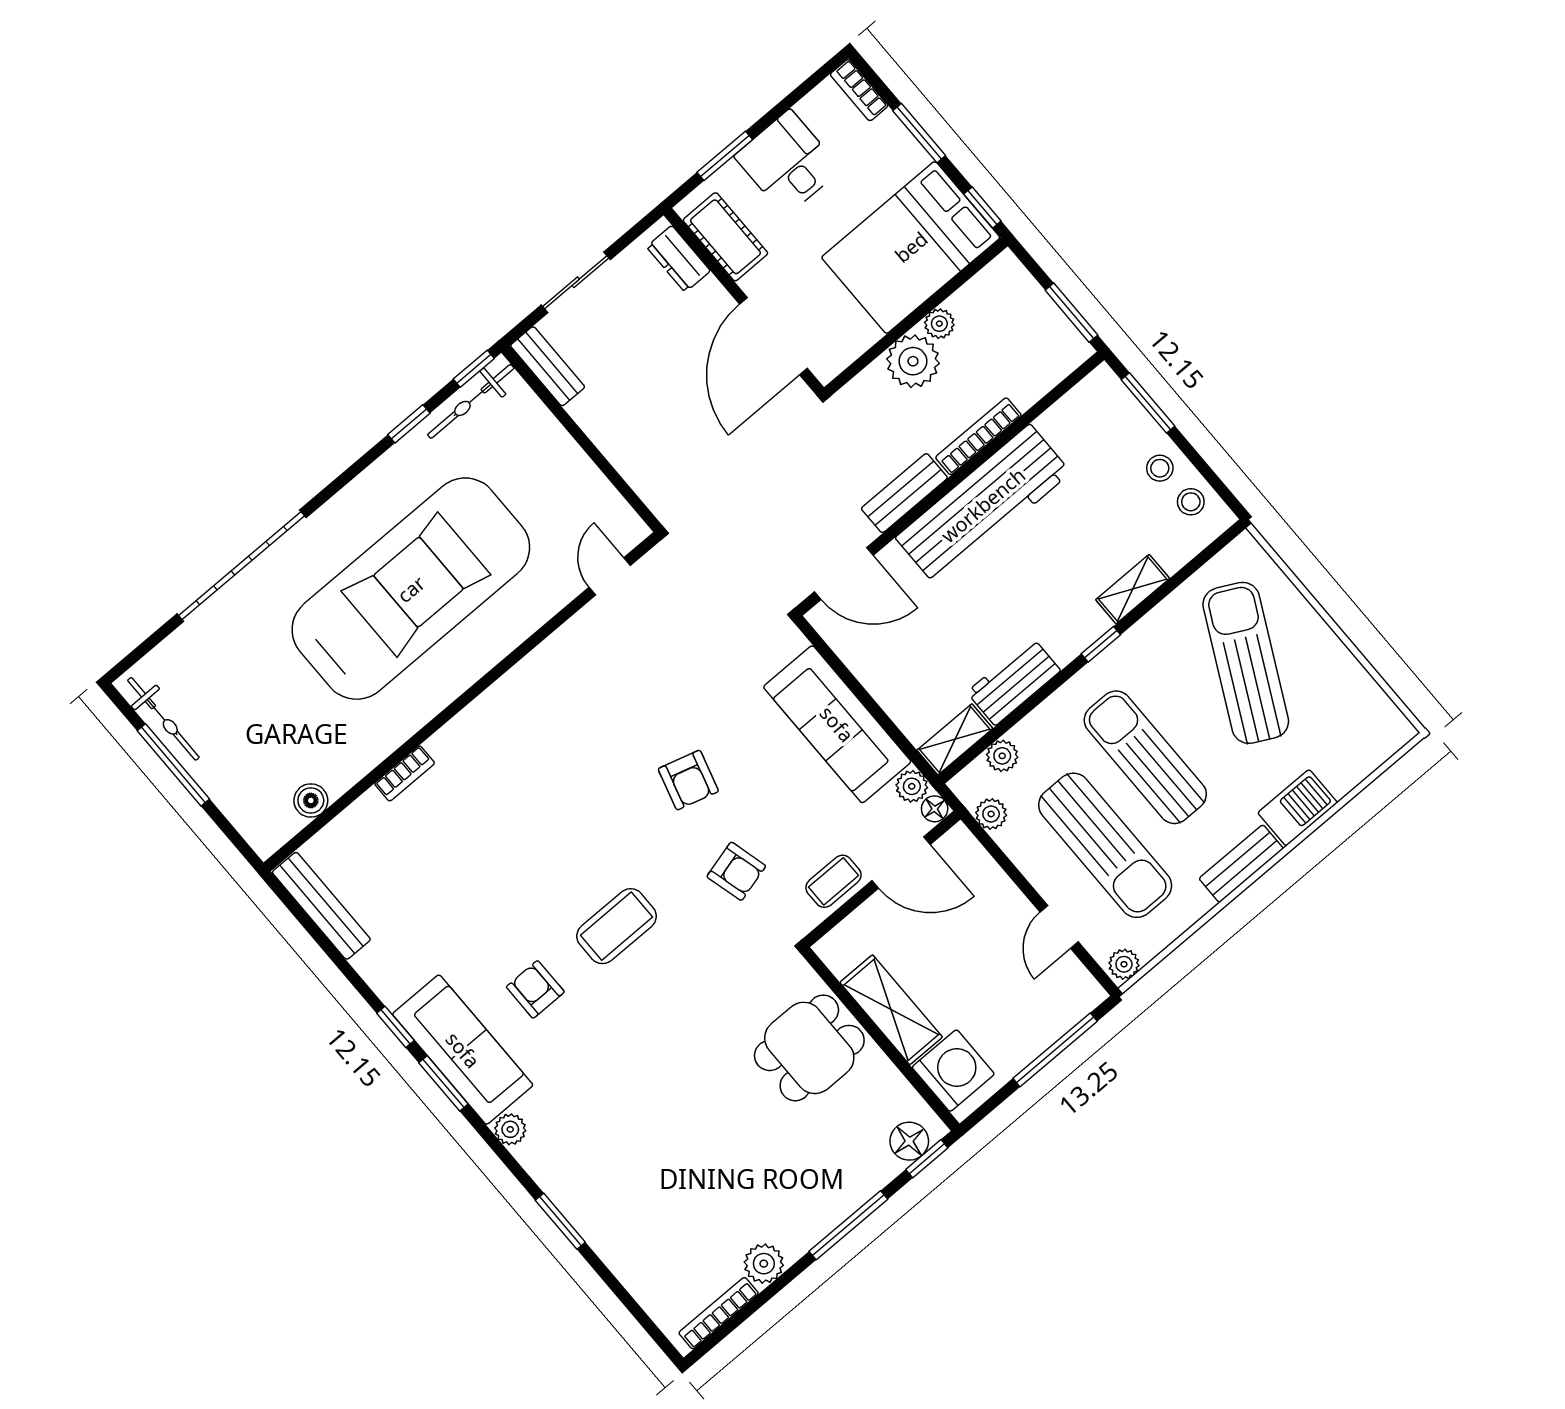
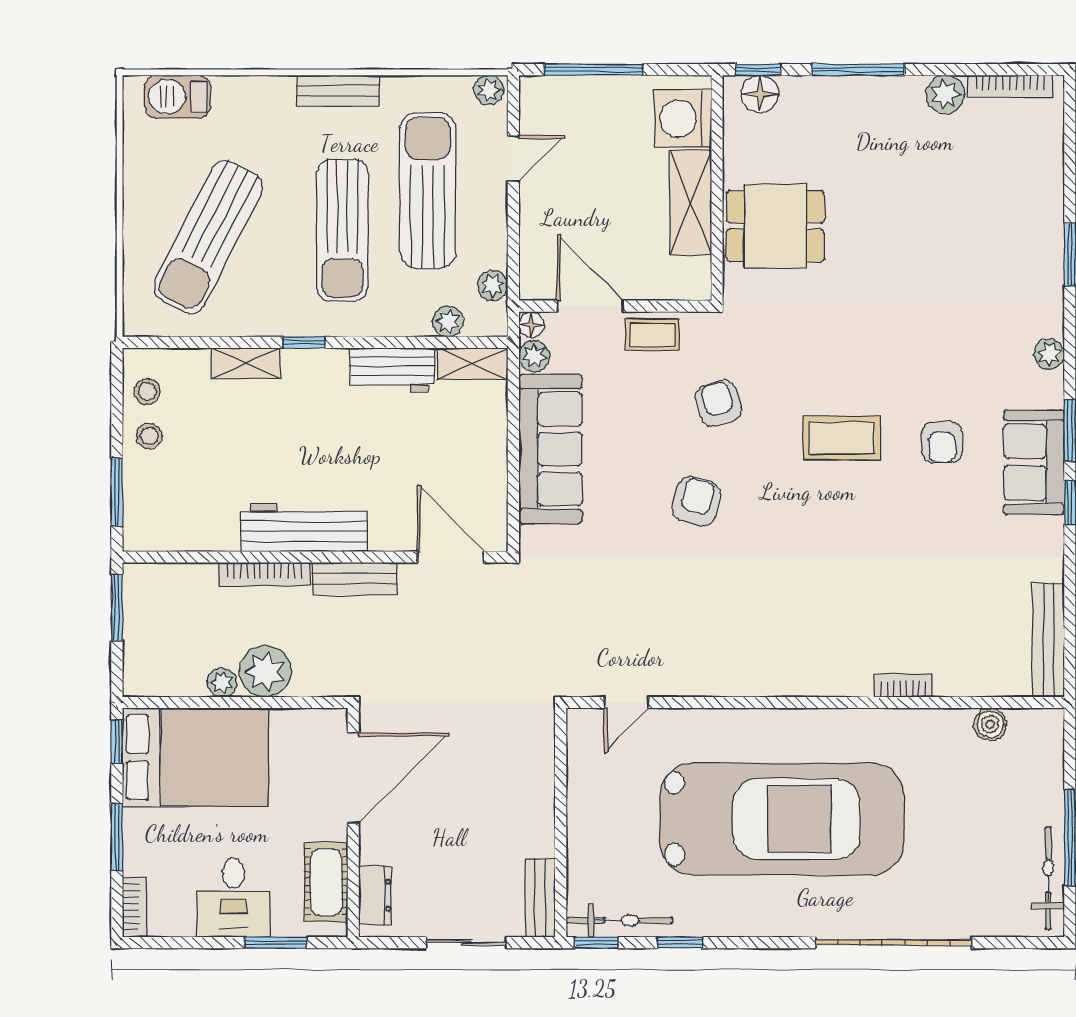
workbench: (983, 505) -> (304, 528), width x0.73, depth x0.76
car: (411, 589) -> (782, 819), turned 180
barbecue: (1298, 808) -> (178, 97), moved
sofa: (463, 1050) -> (1034, 462), width x0.73

